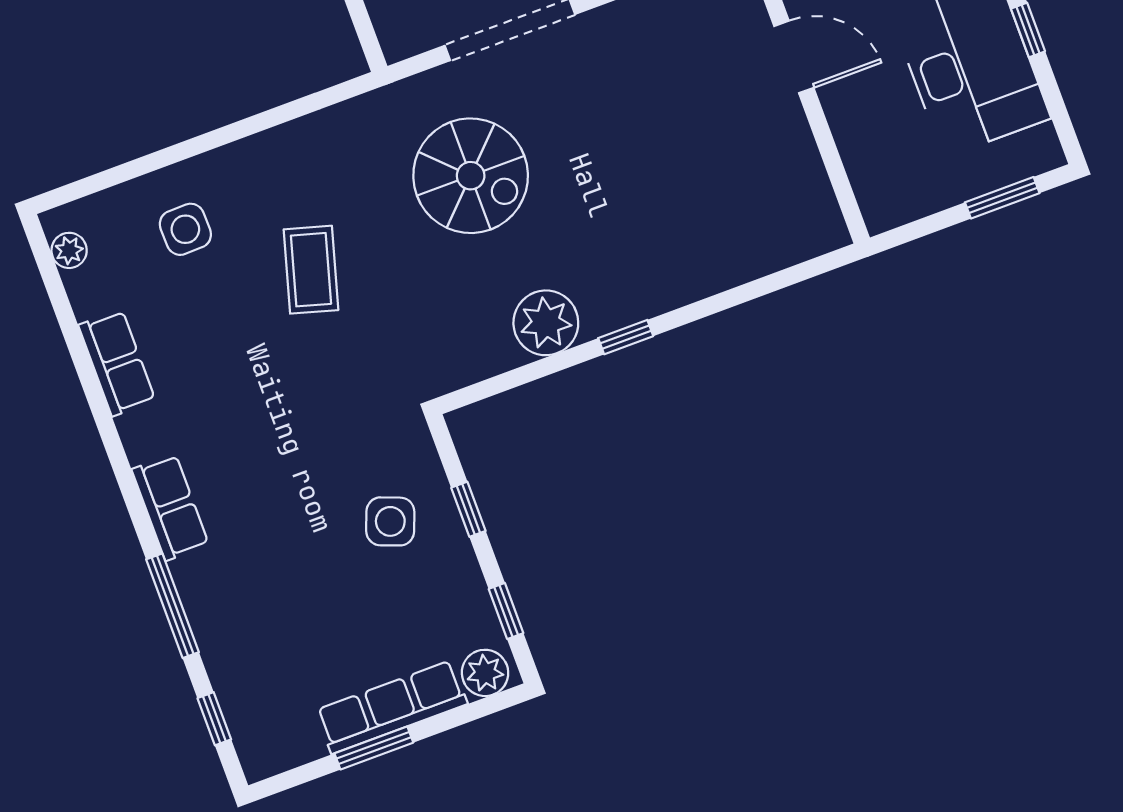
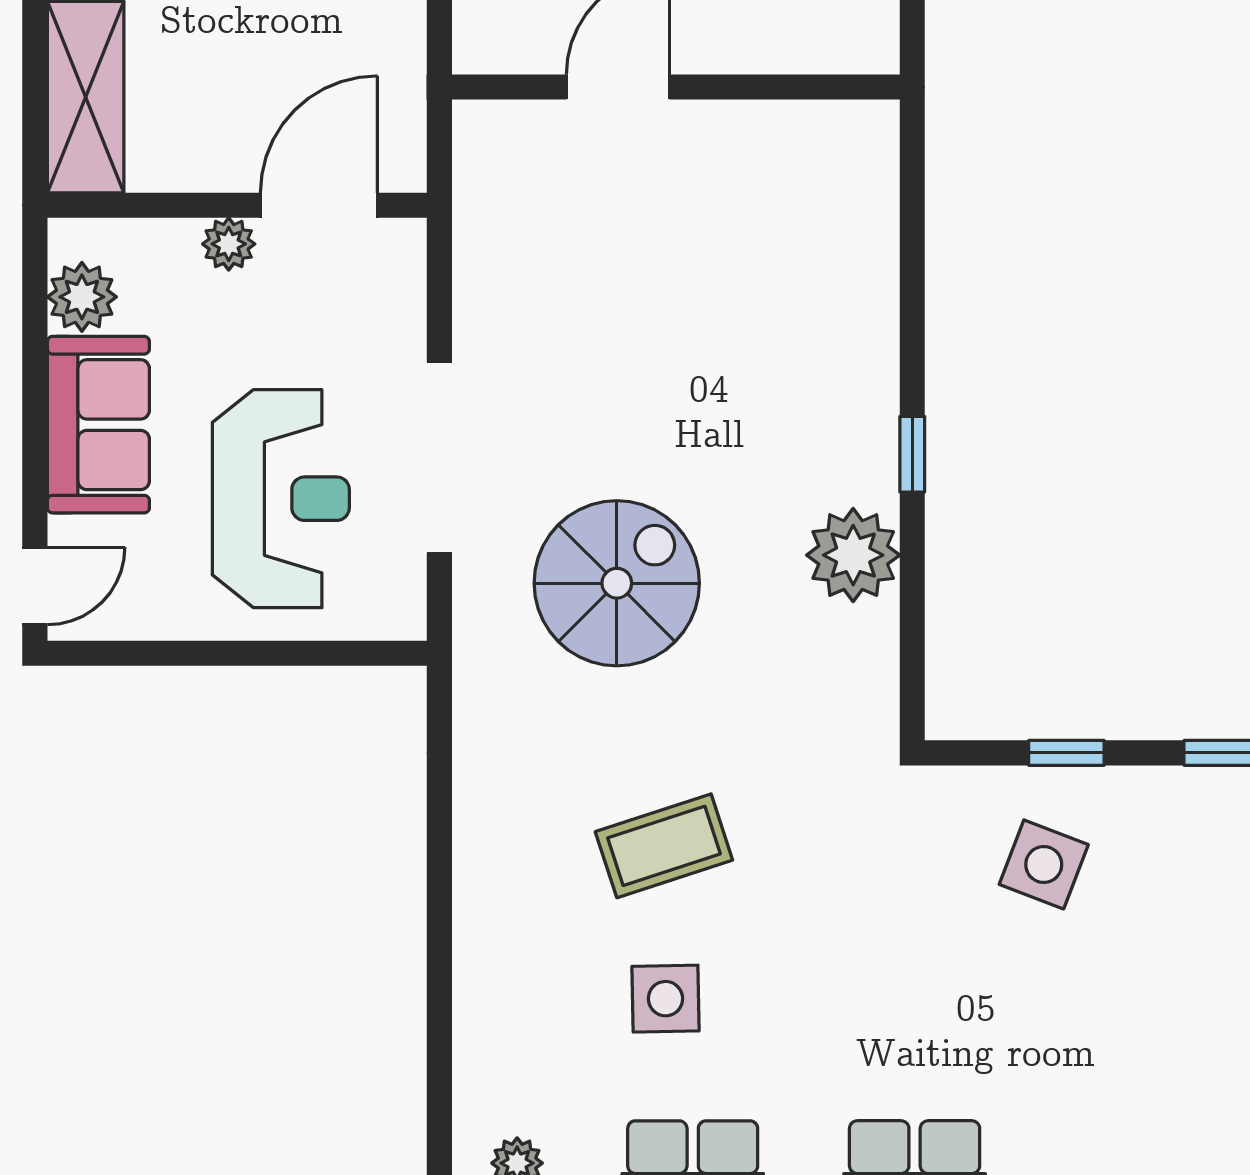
side table: (185, 229) -> (666, 999), moved
coffee table: (311, 270) -> (664, 846), turned -34

